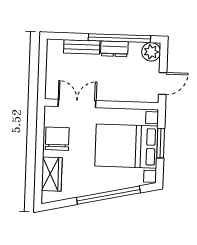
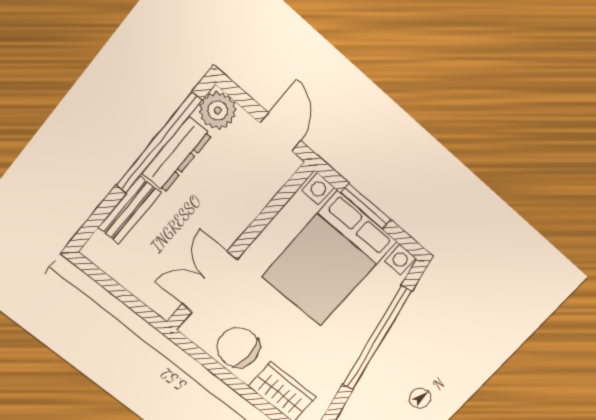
dresser: (114, 49) -> (177, 155), width x1.44

